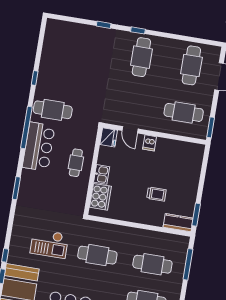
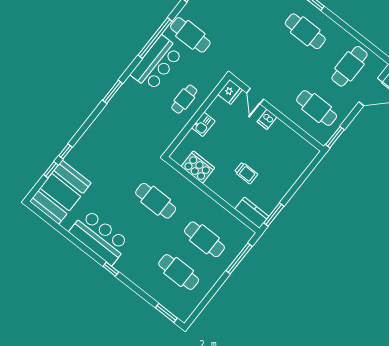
cafe table: (141, 57) -> (305, 31), turned 90
cooker: (100, 197) -> (198, 167), moved, turned -90
checkout: (49, 244) -> (115, 164), removed

